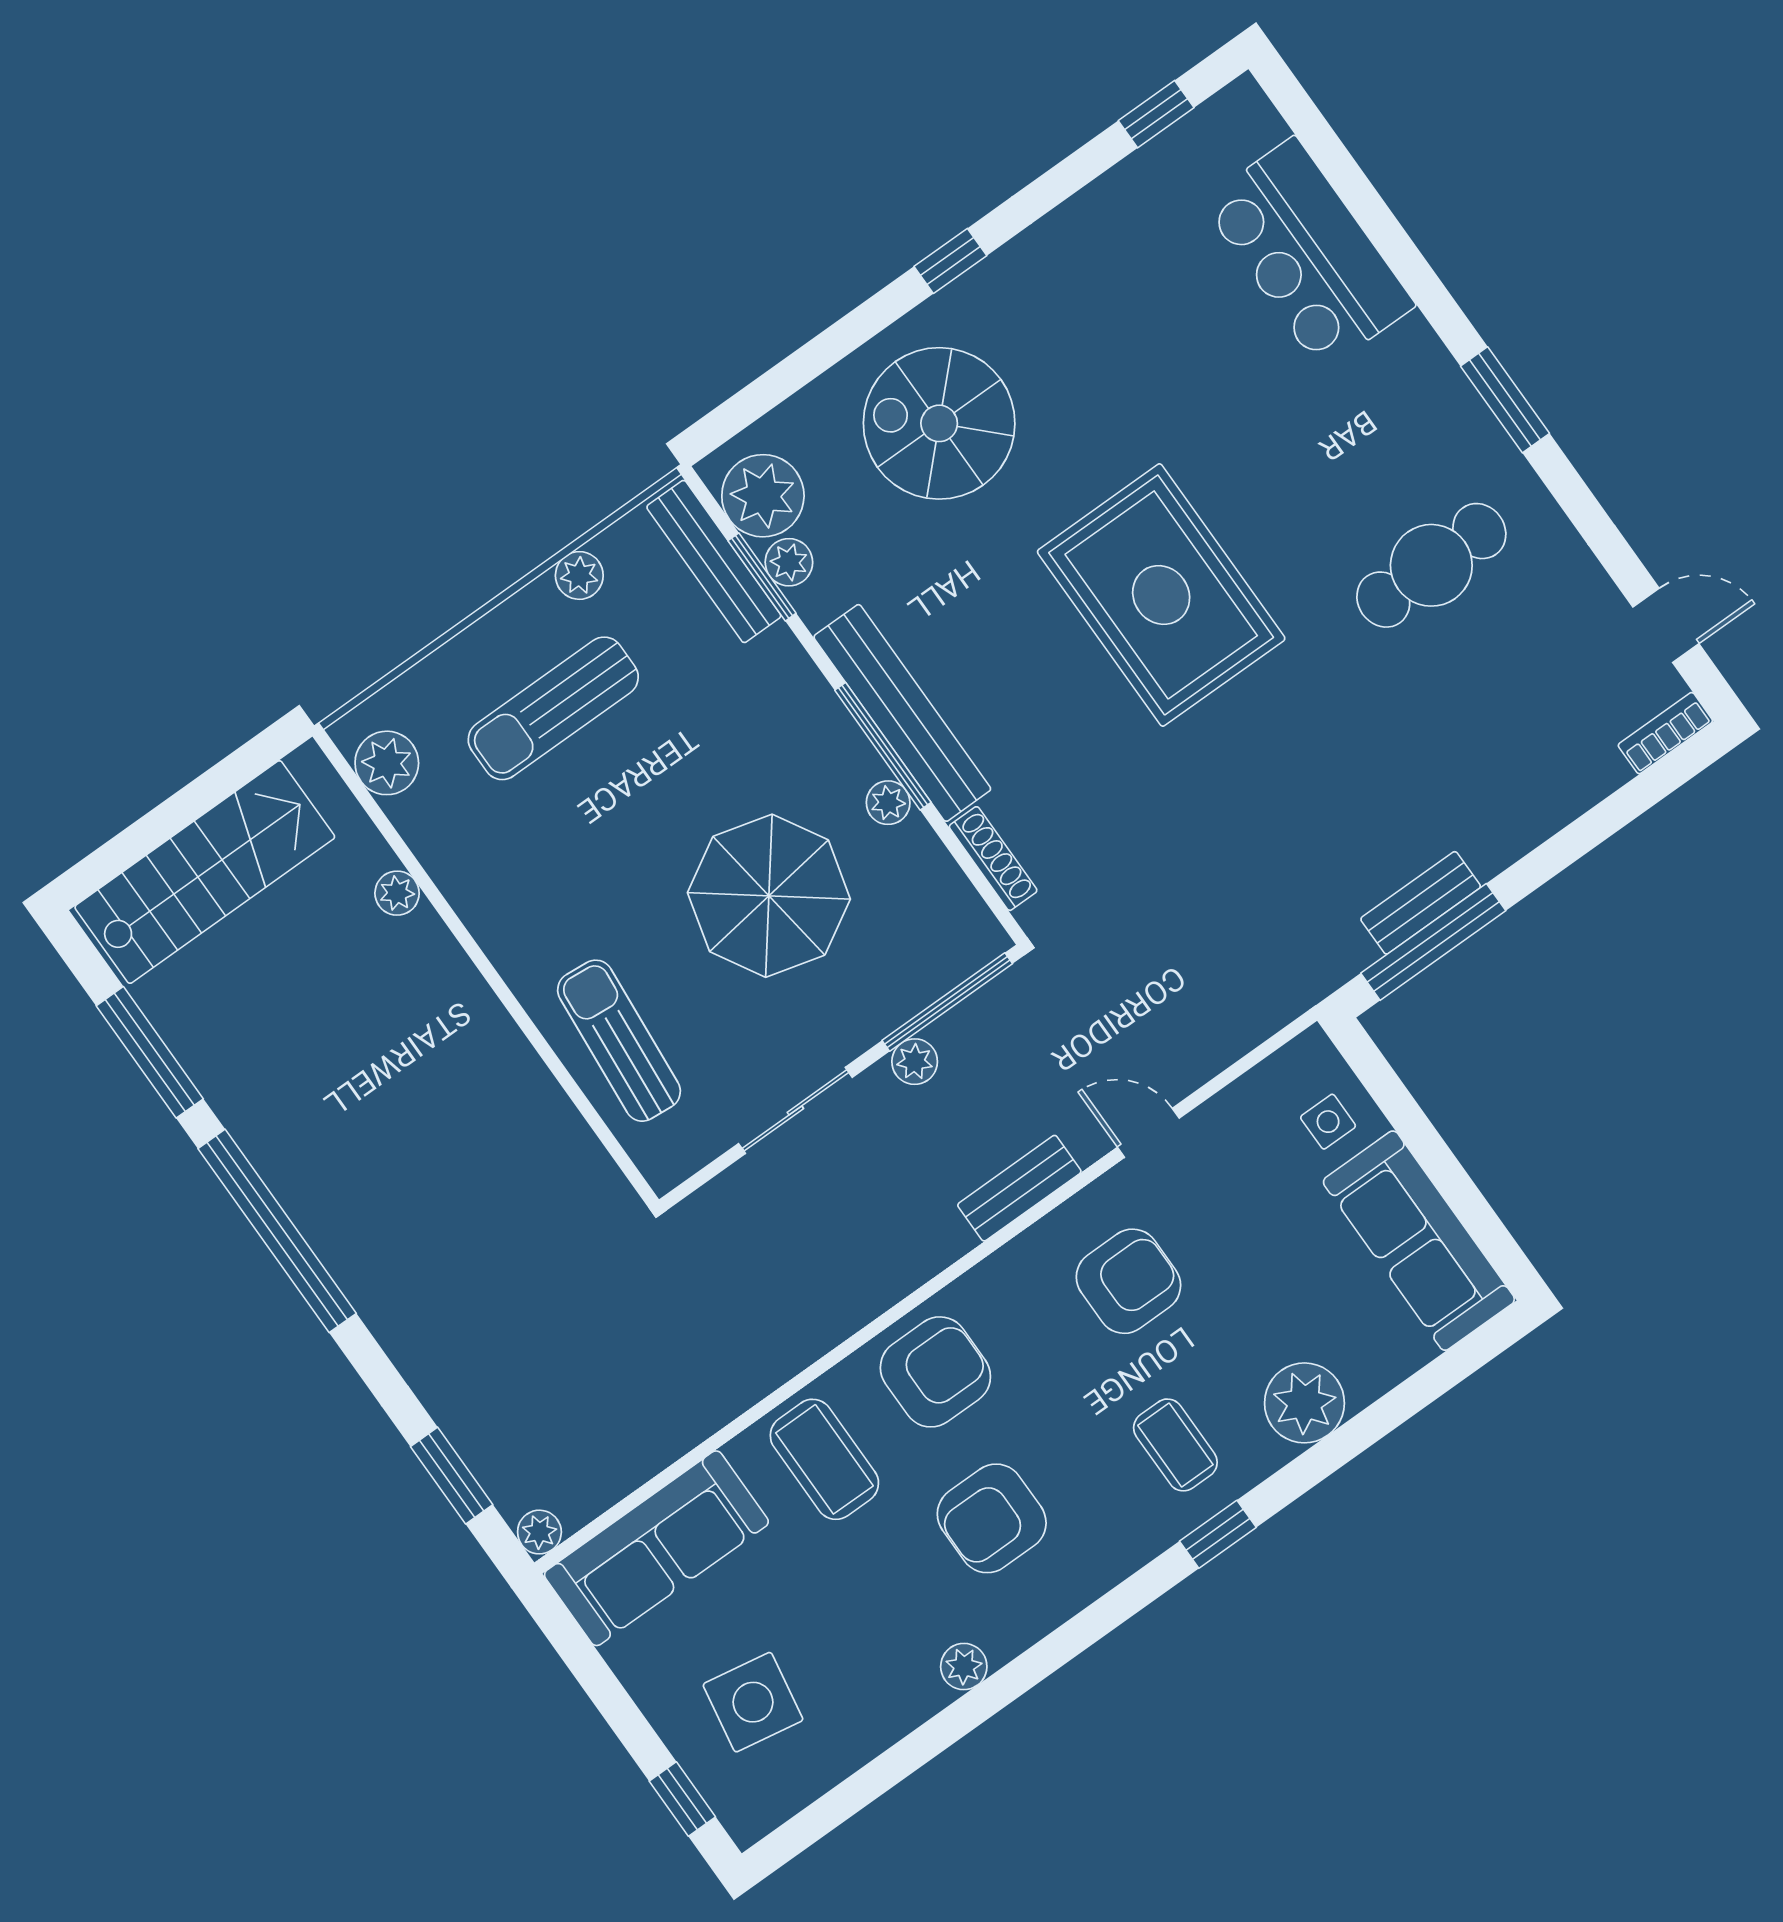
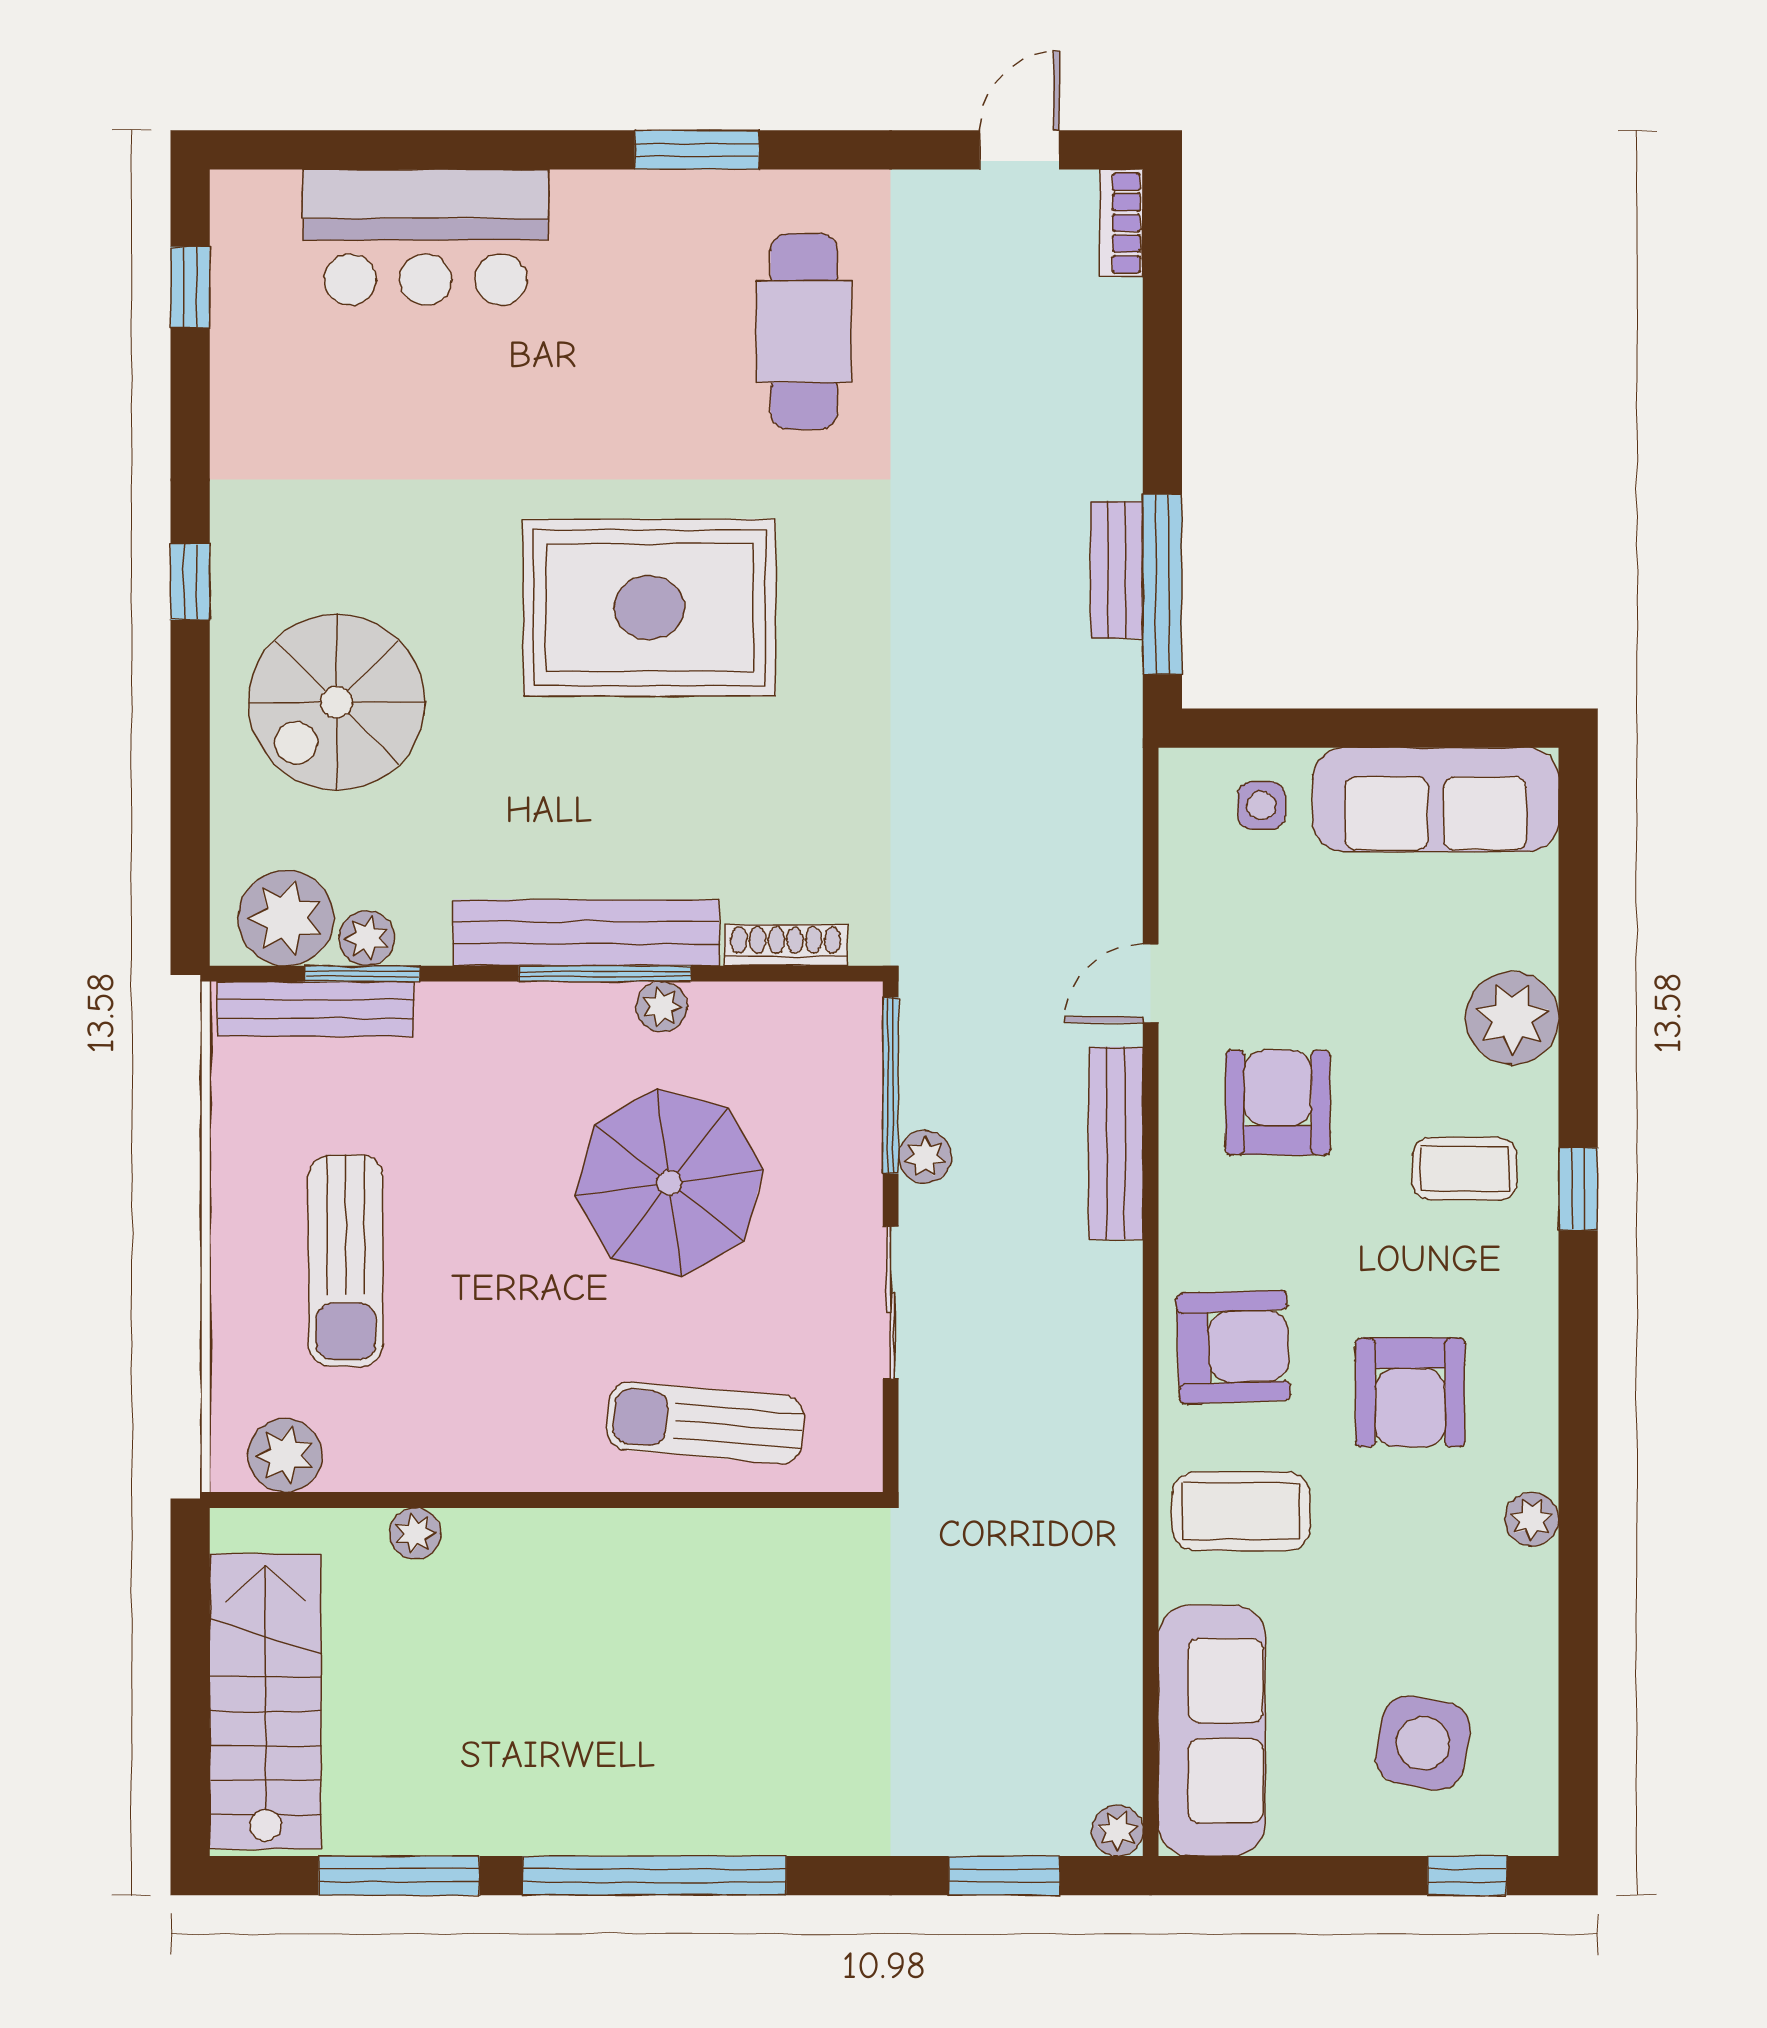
plant: (579, 575) -> (237, 1146), removed
bench: (1019, 1188) -> (1116, 1143), width x1.36
armchair: (935, 1372) -> (1233, 1347), turned 88

